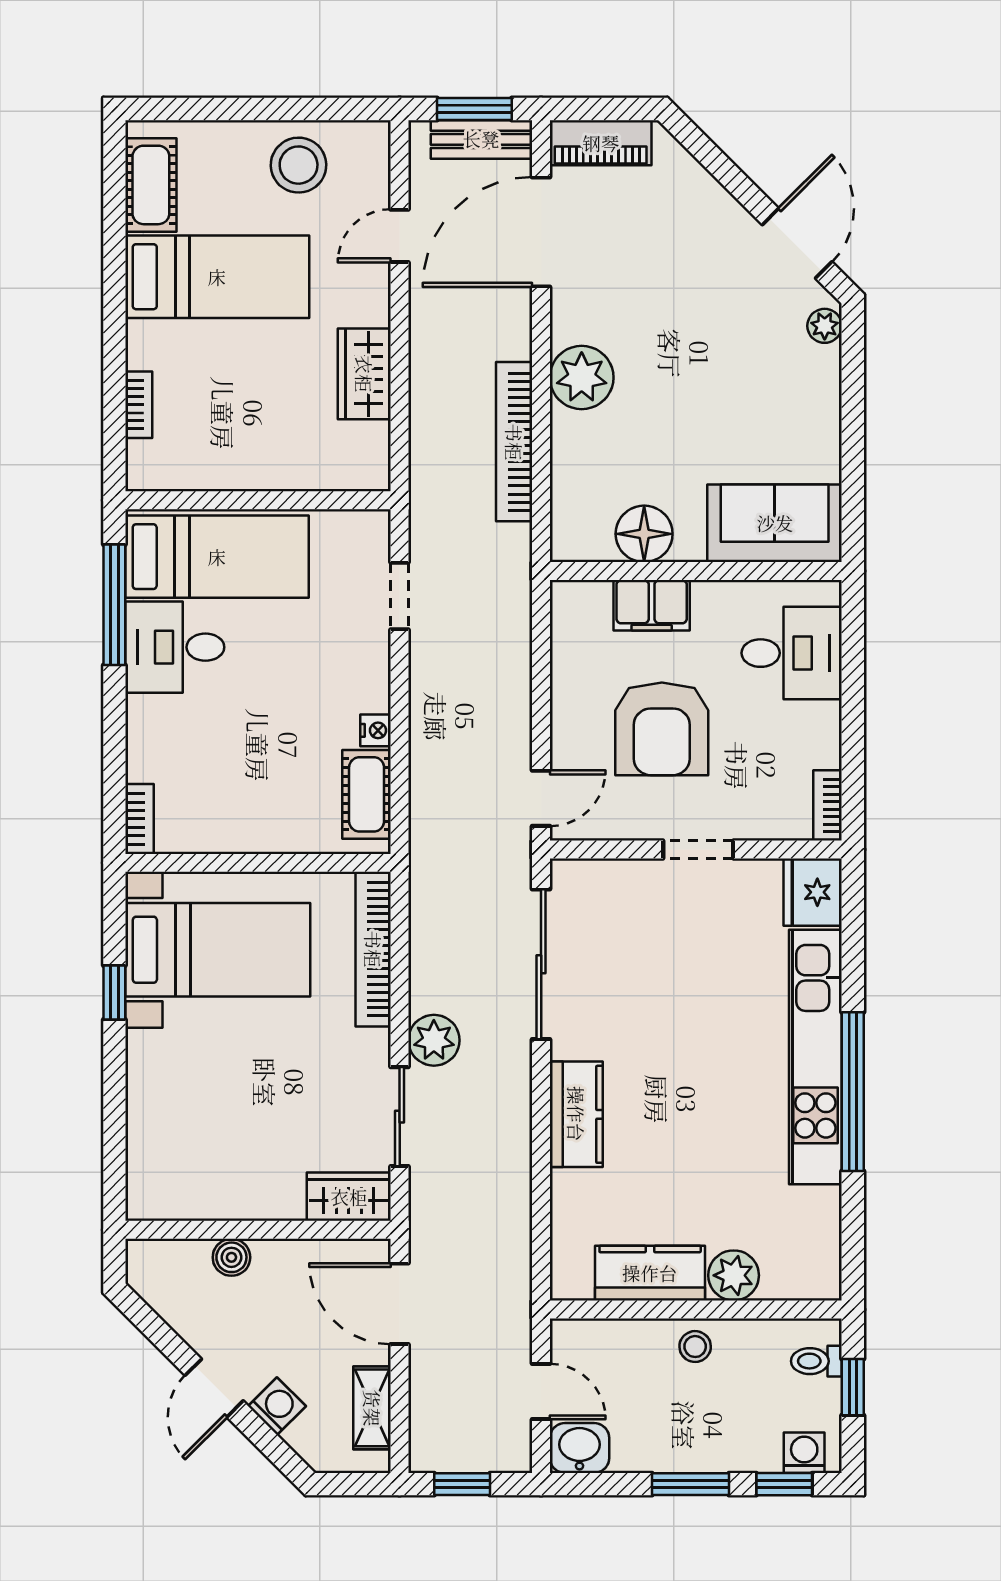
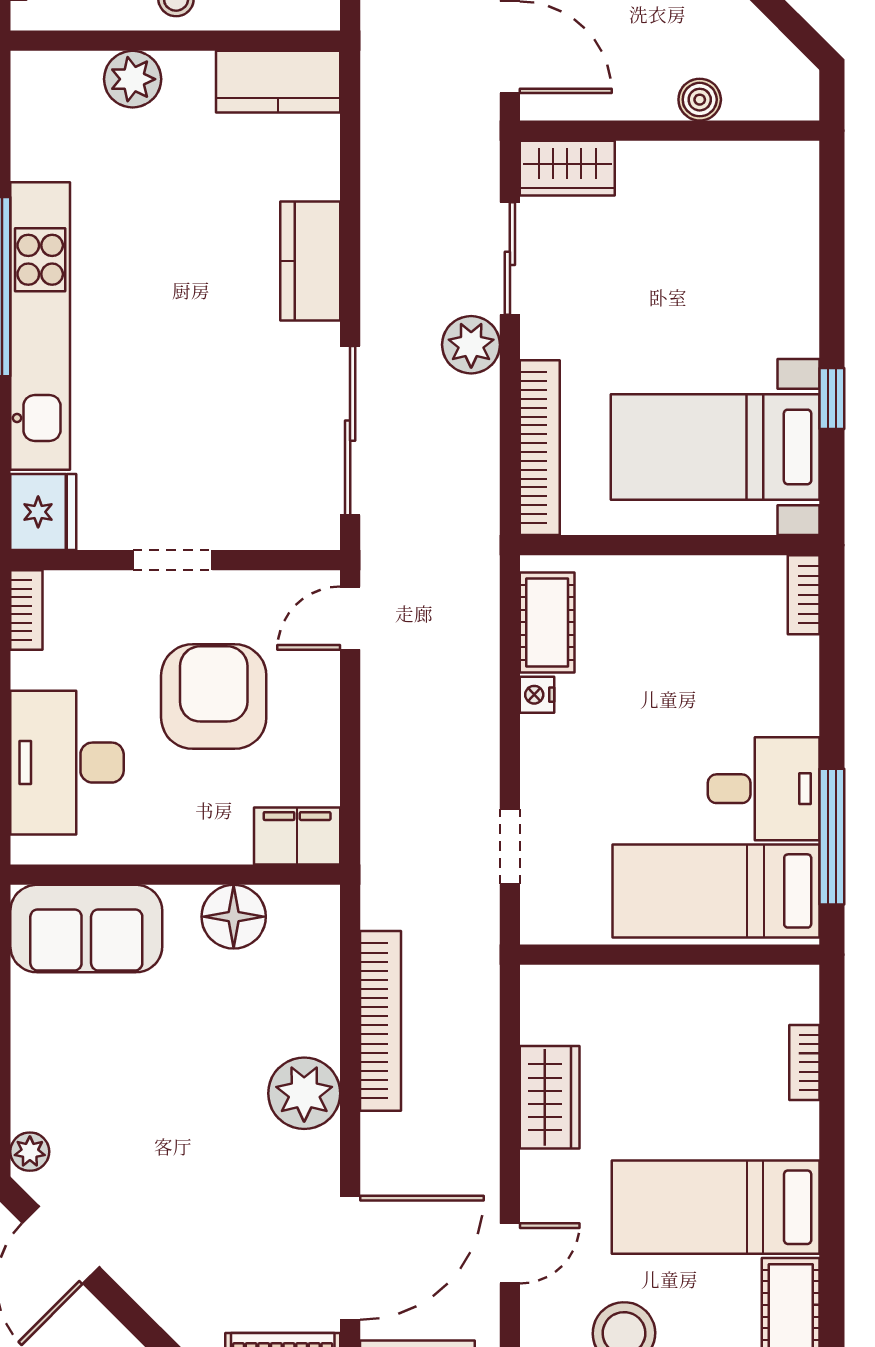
filing cabinet: (652, 605) -> (297, 836), moved
desk: (792, 653) -> (67, 763), width x1.37
kitchen counter: (650, 1273) -> (278, 82), moved

